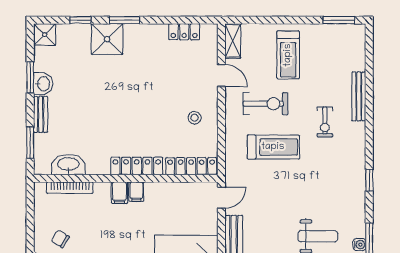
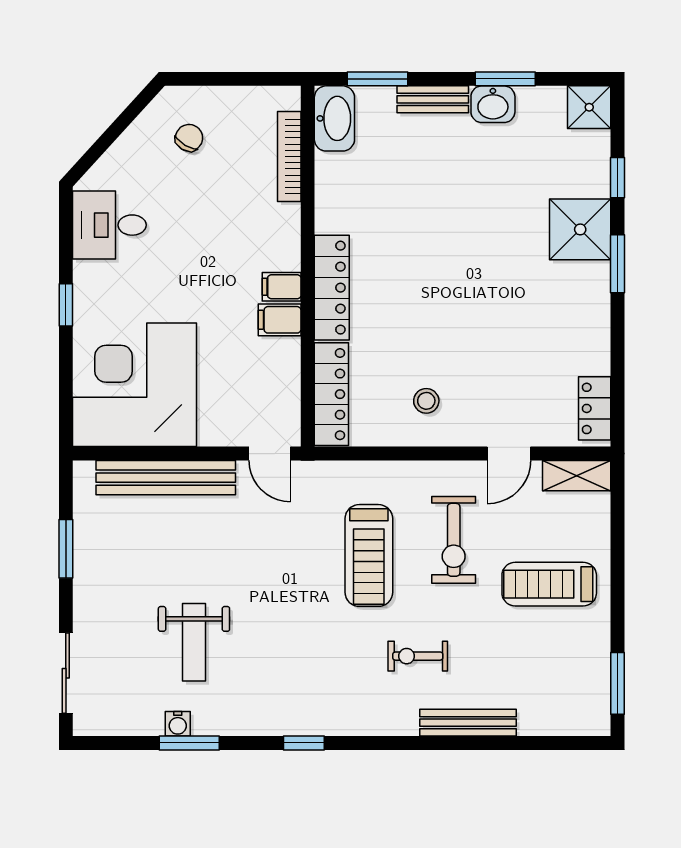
locker: (184, 32) -> (595, 408), moved
washbasin: (68, 165) -> (334, 118), moved
filing cabinet: (119, 193) -> (280, 320), moved

